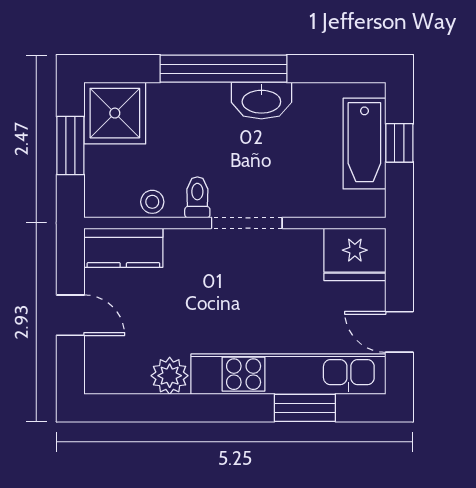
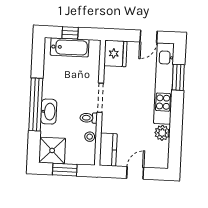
washbasin: (261, 101) -> (49, 112), moved

